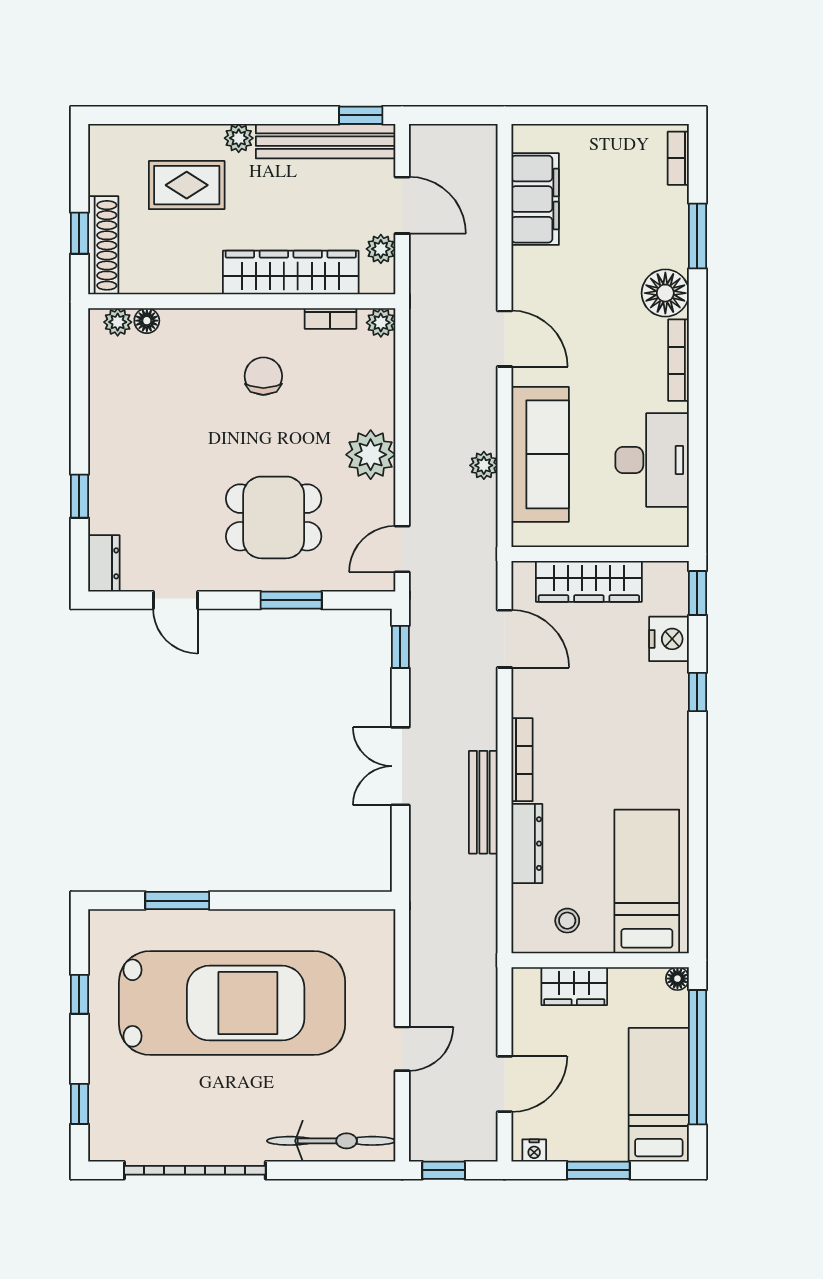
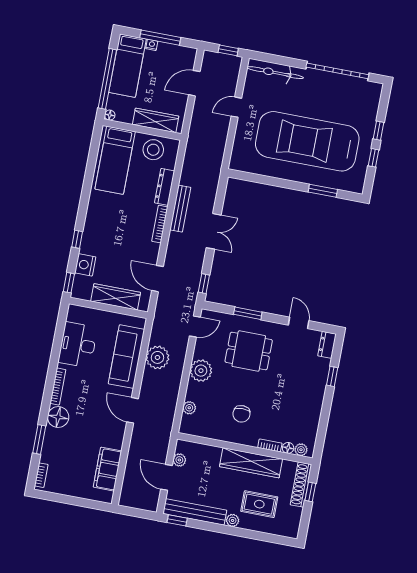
wardrobe: (291, 273) -> (251, 463), moved
bookcase: (330, 318) -> (270, 445), moved
plant: (381, 323) -> (189, 408), moved
plant: (484, 465) -> (157, 357), width x1.87, depth x1.87
stool: (567, 921) -> (153, 150), width x1.89, depth x1.89
wardrobe: (574, 986) -> (156, 120), width x1.50
window: (79, 1104) -> (379, 131), moved
nightstand: (534, 1151) -> (152, 45), moved
window: (598, 1170) -> (160, 38), width x1.44

